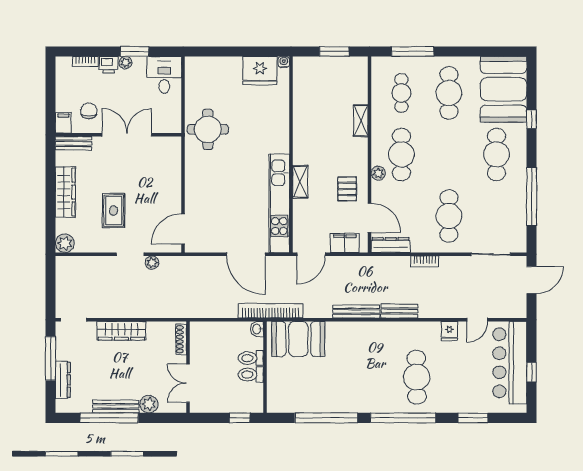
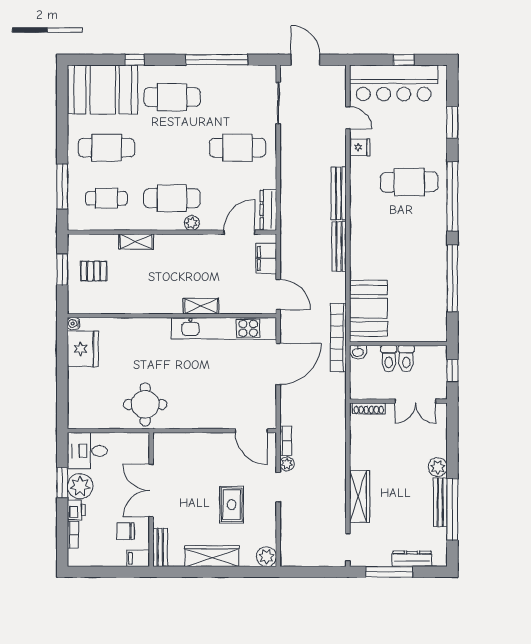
plant: (125, 63) -> (80, 486), width x1.88, depth x1.88
pallet: (347, 189) -> (94, 271), moved
rug: (114, 211) -> (232, 505), turned 90
bookcase: (425, 261) -> (286, 441), moved
bench: (399, 311) -> (339, 193), width x1.36
shoe rack: (181, 339) -> (369, 408), moved
wall: (188, 367) -> (398, 401), moved
double door: (188, 383) -> (415, 401), moved

